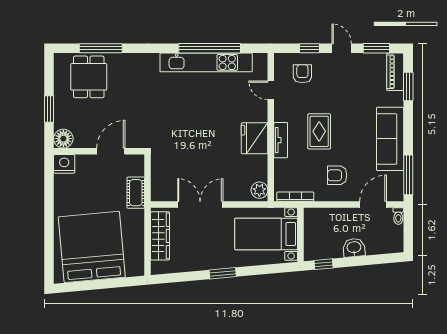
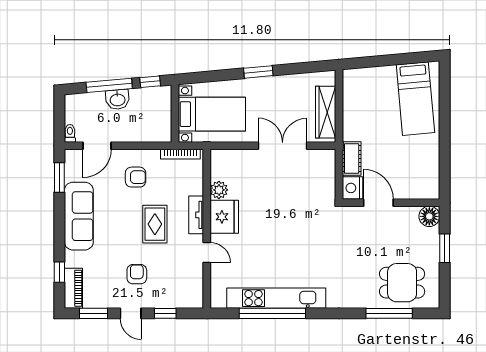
armchair: (302, 74) -> (137, 274), moved, turned 180
dining table: (89, 77) -> (402, 283), turned 90
window: (408, 87) -> (59, 272), width x0.67
door: (271, 90) -> (207, 253), moved
door: (111, 151) -> (378, 203), swing flipped
nightstand: (64, 164) -> (353, 188), moved, turned 90
window: (408, 175) -> (59, 178), width x0.69
plant: (259, 190) -> (219, 190), moved
double door: (200, 204) -> (283, 146), swing flipped
bed: (92, 247) -> (415, 99), width x0.49
window: (362, 261) -> (109, 85), added

